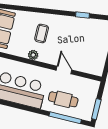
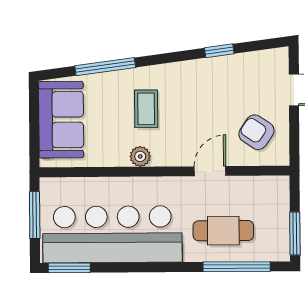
window: (27, 9) -> (105, 67), added
armchair: (90, 57) -> (256, 132), added
door: (64, 70) -> (210, 171), hinge flipped

